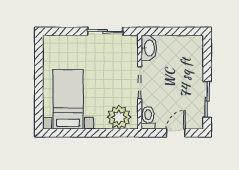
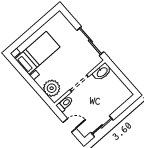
sliding door: (105, 31) -> (90, 41), width x1.37

